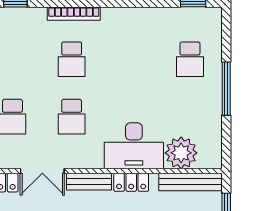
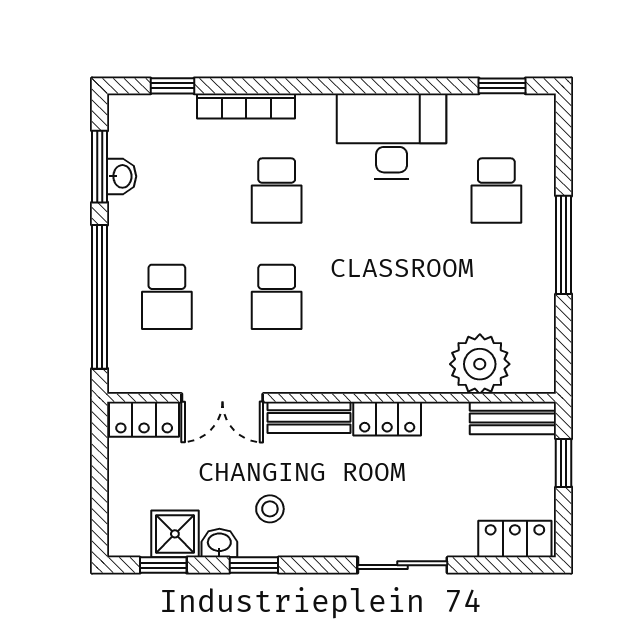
bookcase: (74, 14) -> (246, 106), moved
desk: (134, 146) -> (392, 136), moved, turned 180
bench: (191, 182) -> (513, 418), width x0.73

